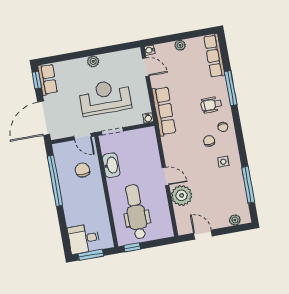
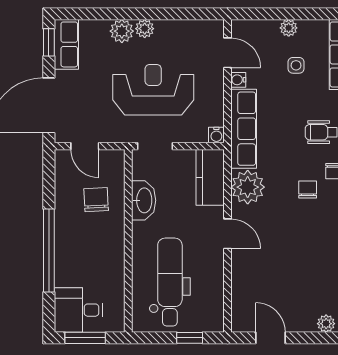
water cooler: (150, 50) -> (238, 80), moved
plant: (80, 65) -> (122, 31), added
door: (83, 137) -> (85, 146), moved
kitchen counter: (149, 144) -> (210, 177), added
side table: (223, 162) -> (296, 65), moved
window: (55, 181) -> (49, 250), moved
plant: (182, 195) -> (248, 187), moved
window: (132, 247) -> (190, 338), moved

